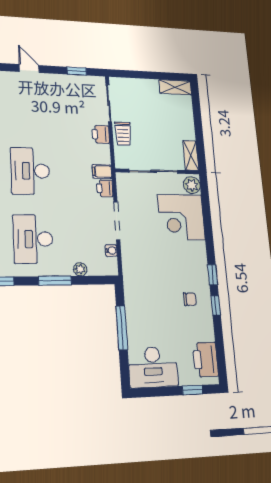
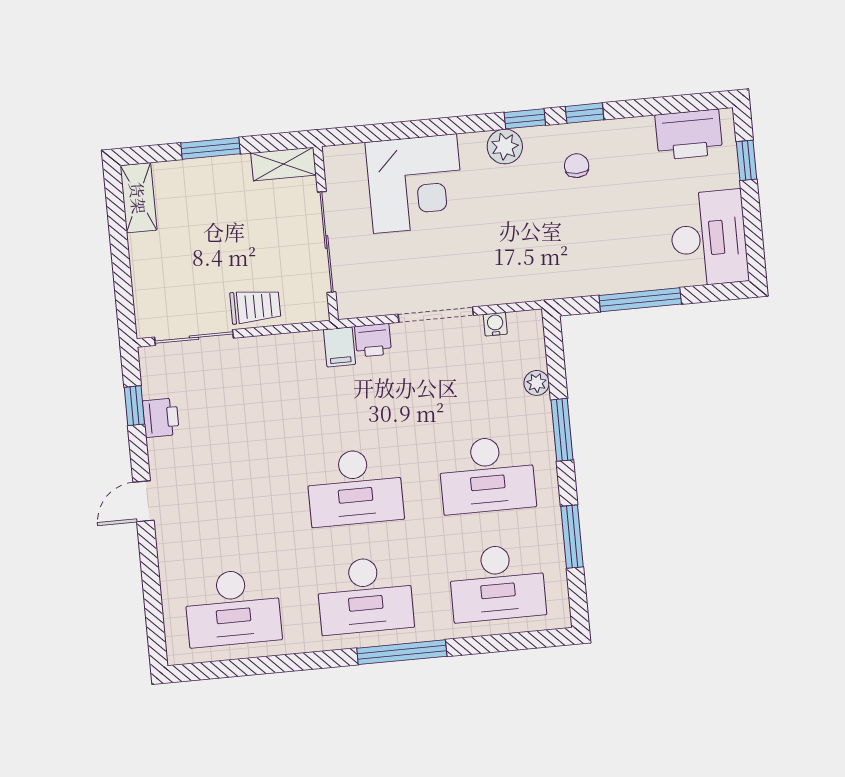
window: (198, 123) -> (210, 148), added
printer: (101, 134) -> (161, 418), moved, turned -90
plant: (192, 185) -> (505, 146), moved

